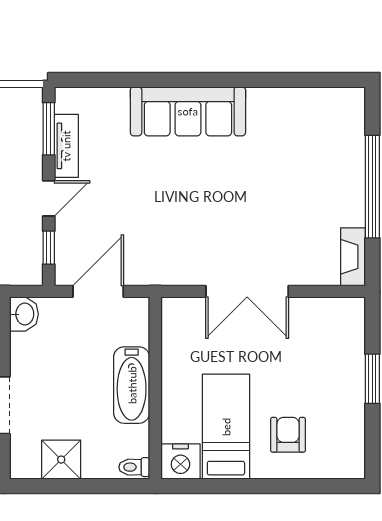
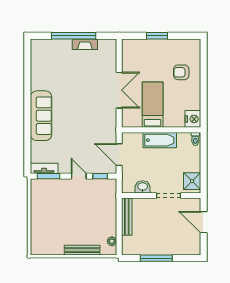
tv unit: (66, 146) -> (44, 168), moved
fireplace: (353, 257) -> (85, 44), moved
washbasin: (24, 314) -> (143, 187), moved
bed: (226, 427) -> (153, 105), moved, turned 90
shower: (61, 460) -> (192, 181), moved

